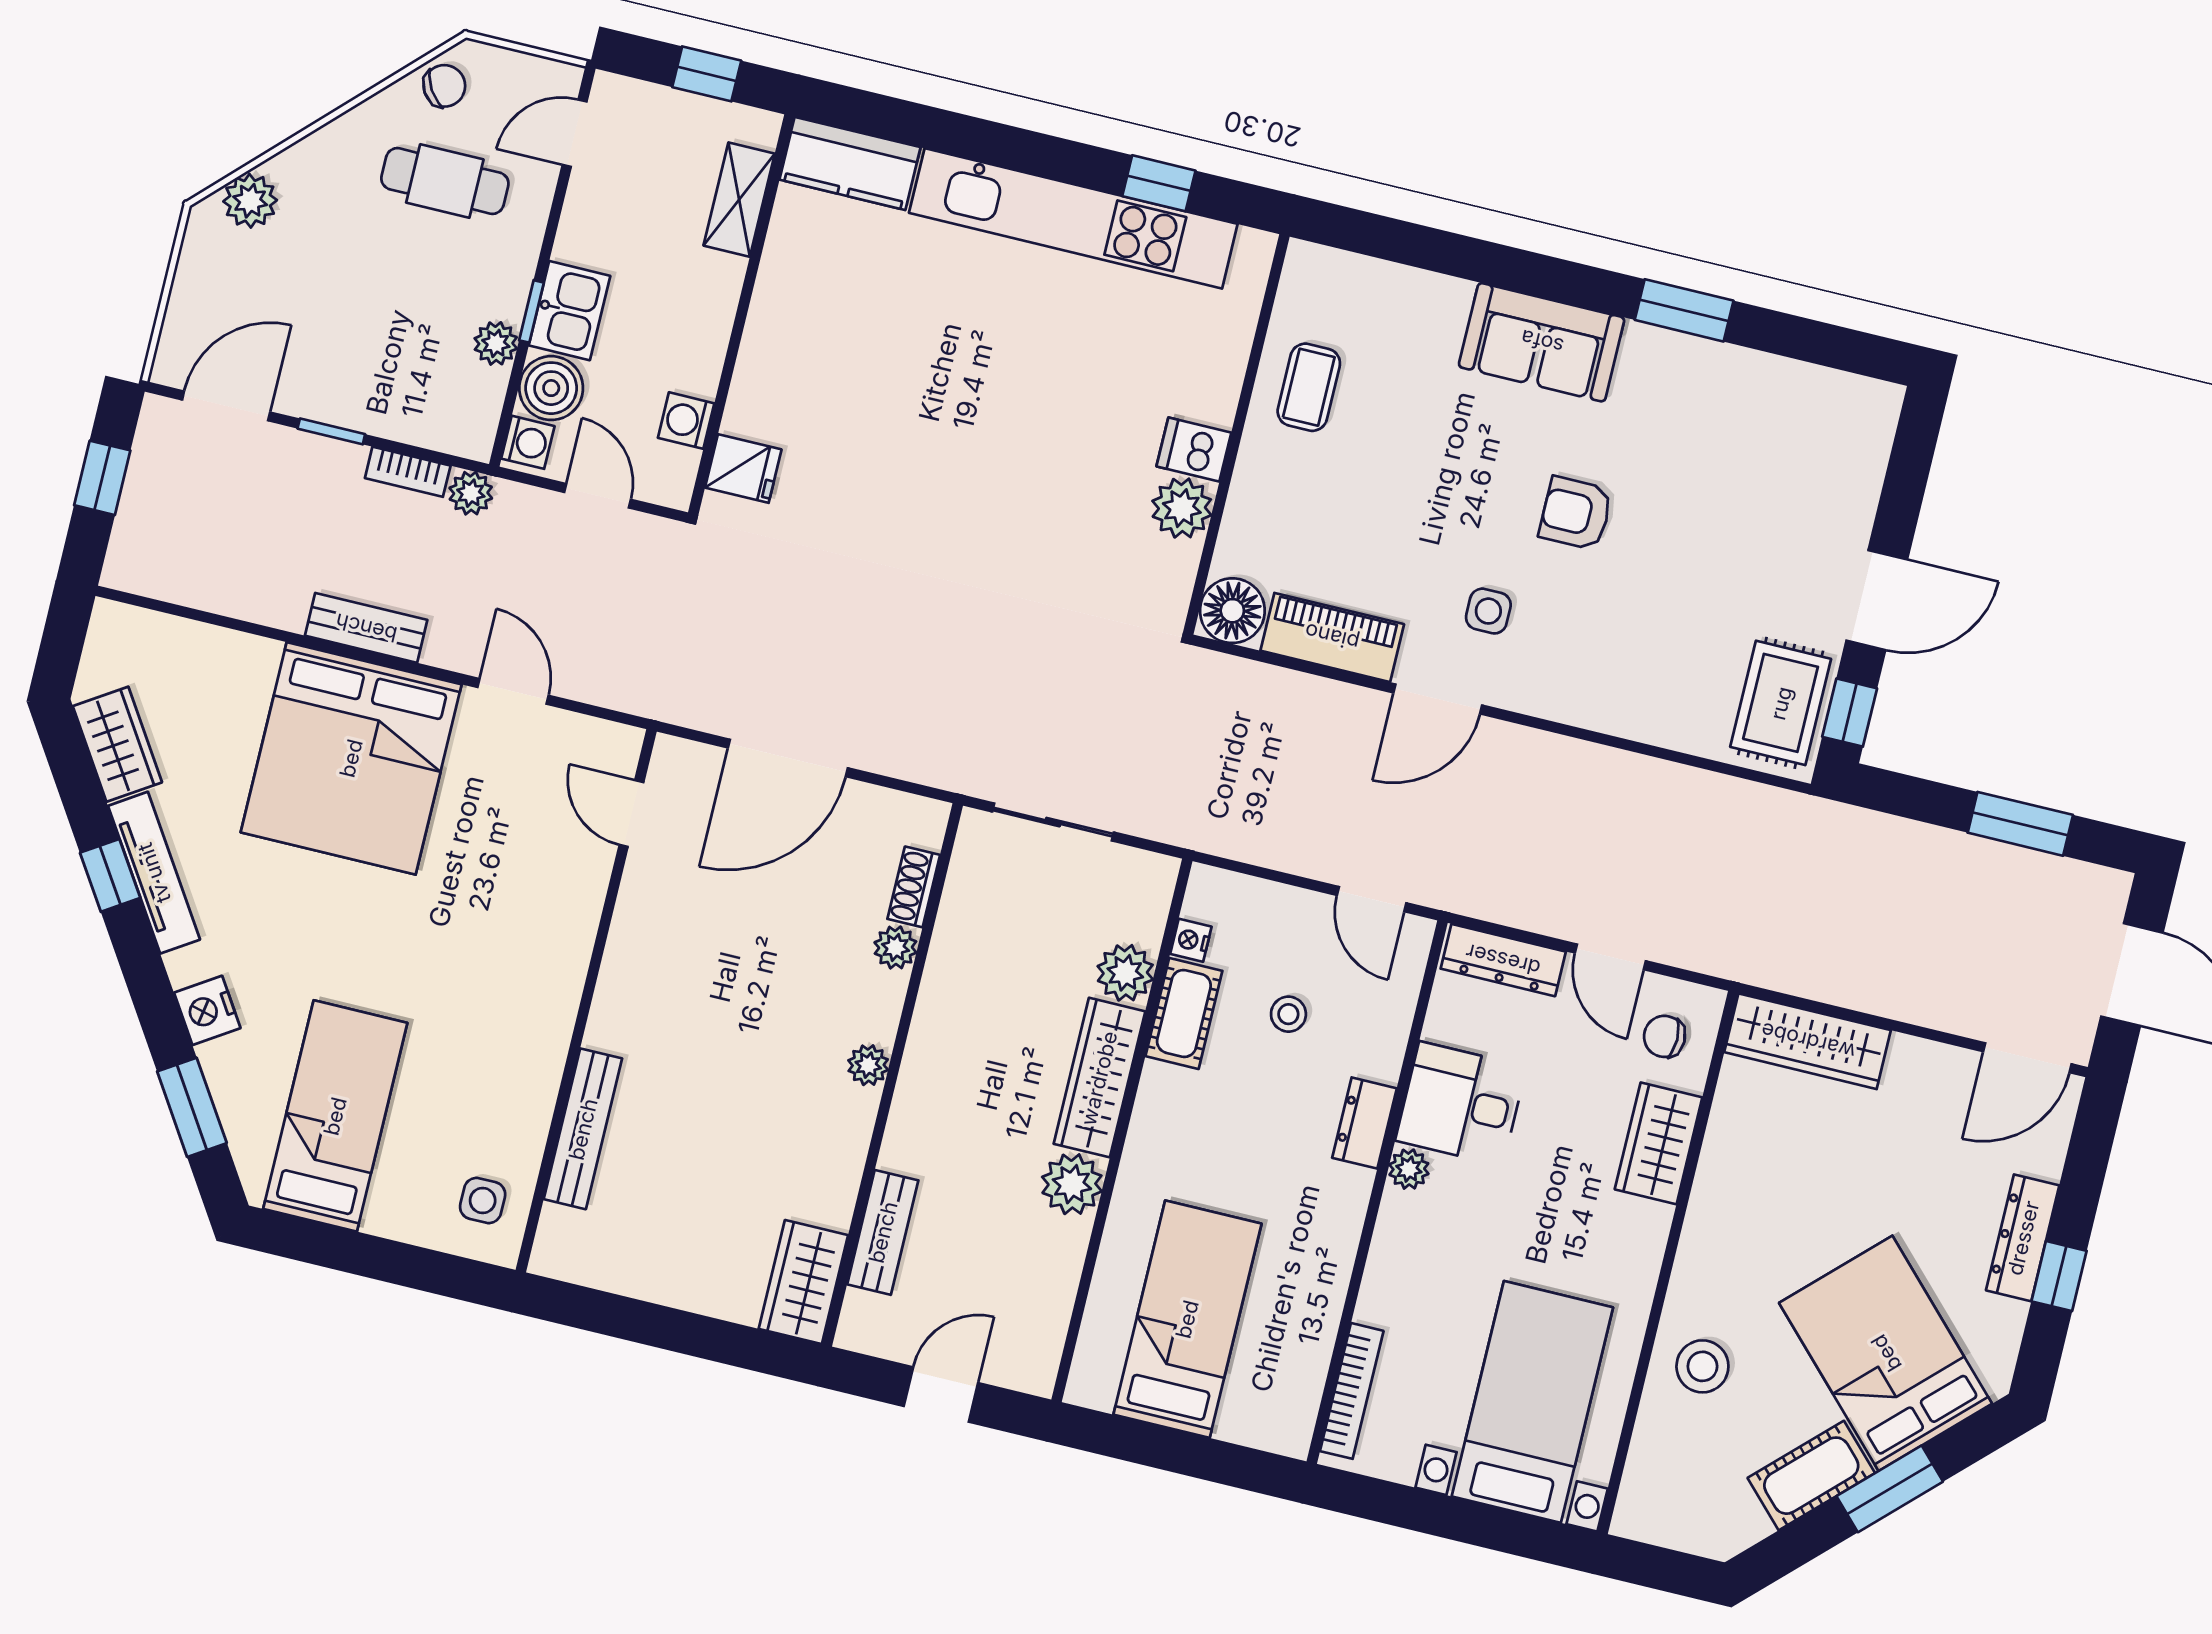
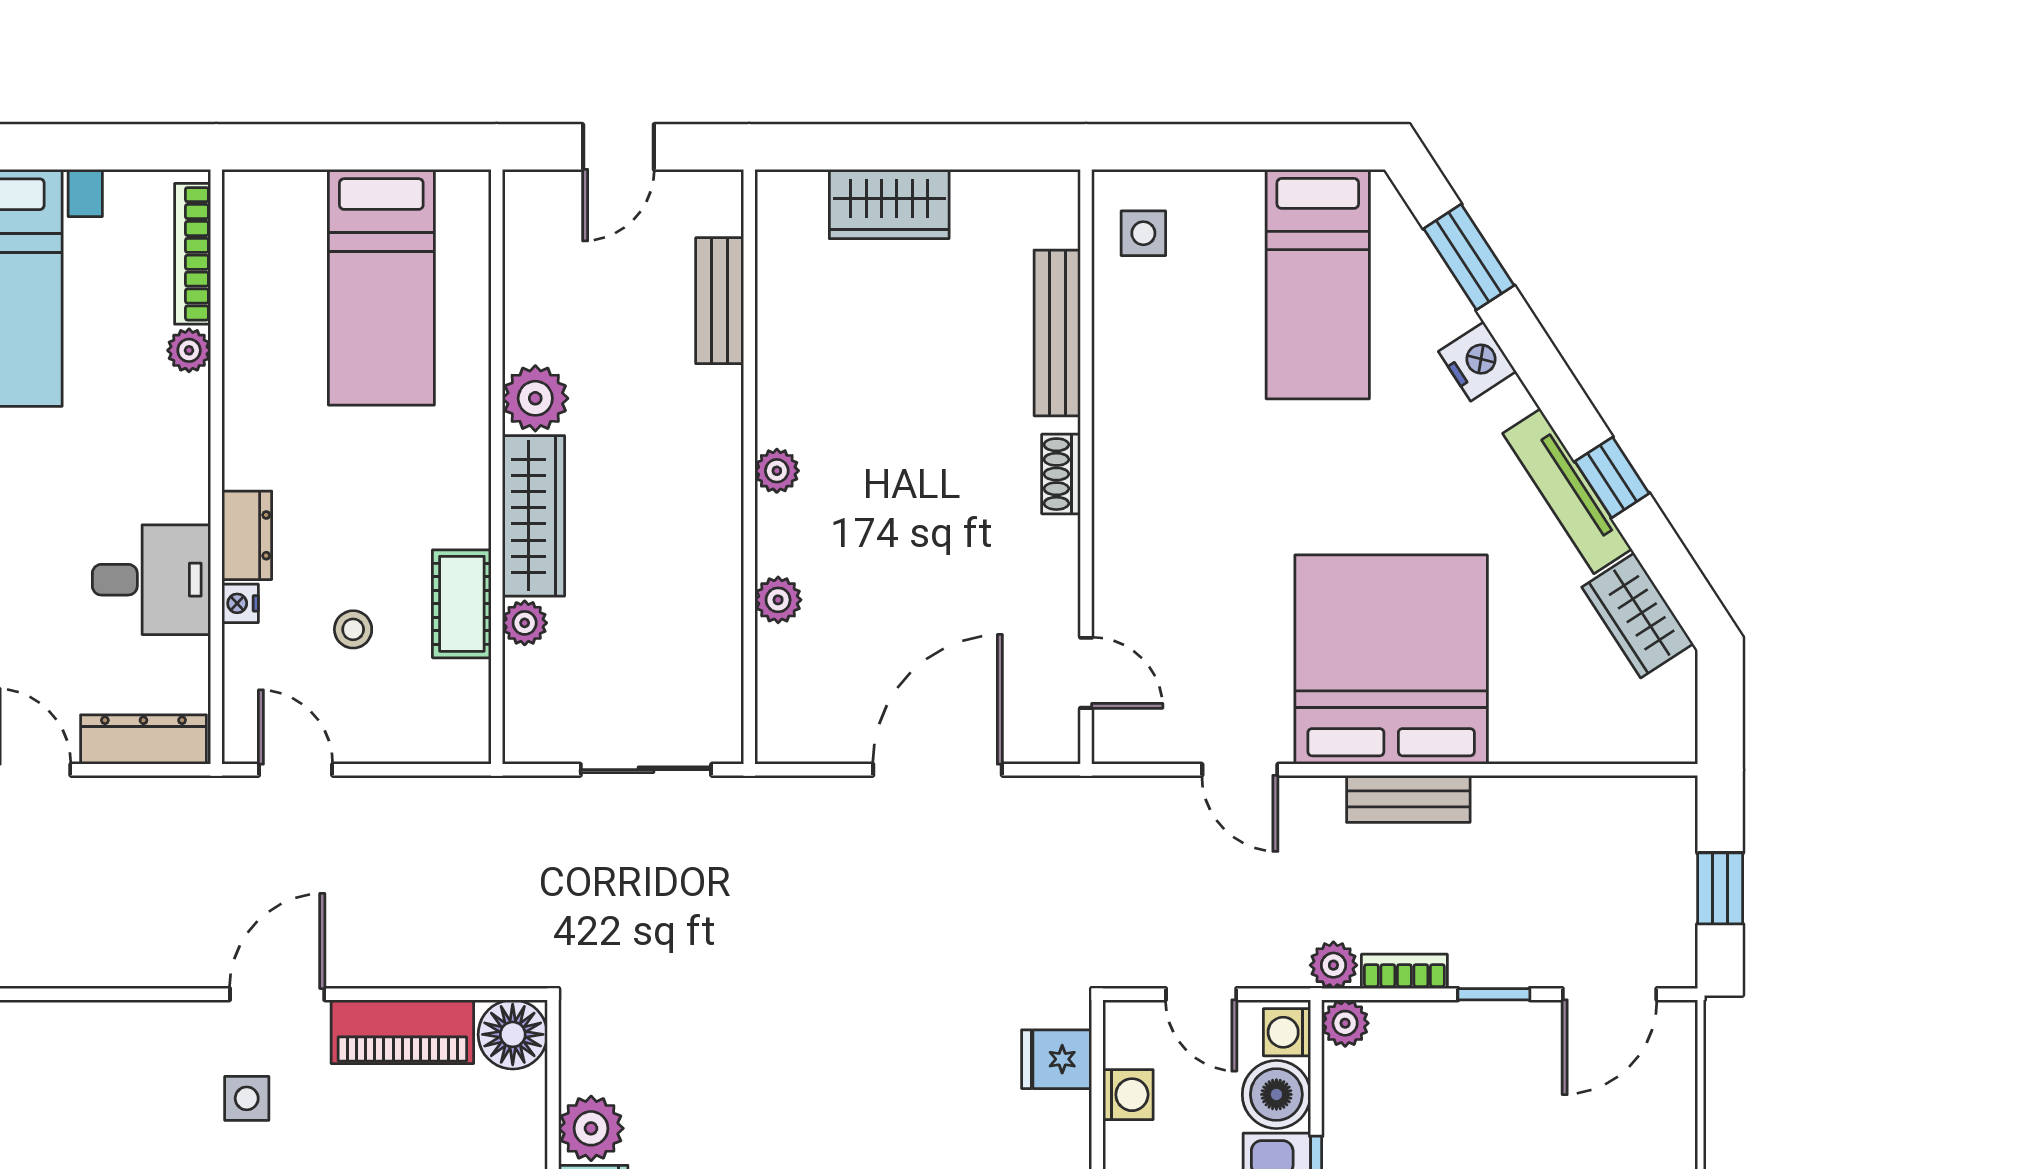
plant: (496, 343) -> (1345, 1023), moved
shoe rack: (914, 887) -> (1061, 474), moved, turned 180
nightstand: (1191, 940) -> (240, 603), moved, turned 180
plant: (1125, 973) -> (525, 623), width x0.73, depth x0.73
plant: (1409, 1169) -> (189, 350), moved
wardrobe: (803, 1282) -> (889, 204), moved, turned 90

